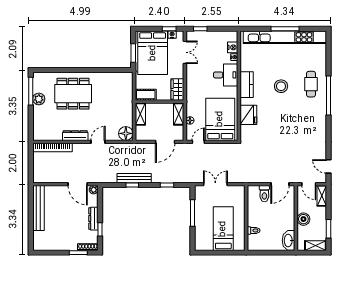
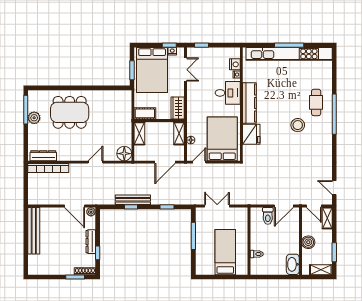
kitchen counter: (247, 85) -> (249, 103), width x1.50
stool: (281, 86) -> (298, 125), moved
dresser: (75, 136) -> (43, 156), moved

